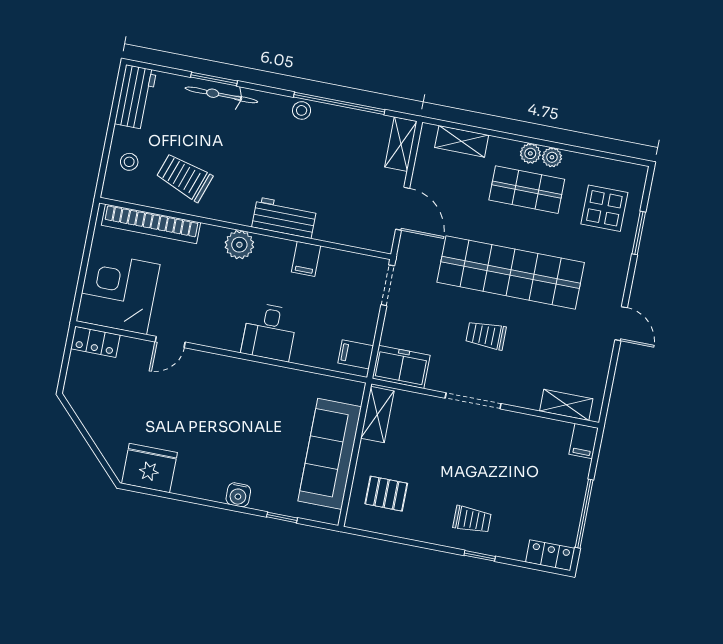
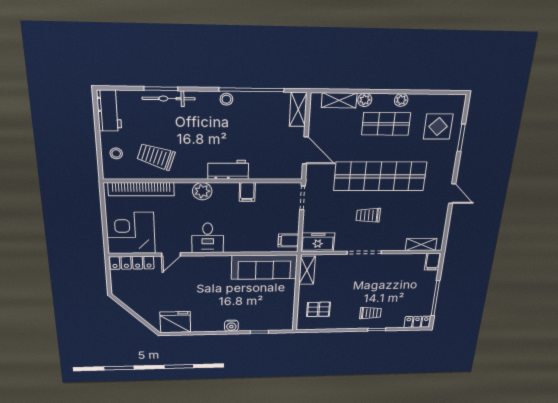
plant: (530, 153) -> (365, 100), moved
desk: (269, 332) -> (208, 238), moved
locker: (95, 342) -> (132, 263), width x1.53
sofa: (330, 454) -> (264, 267), moved, turned -90

